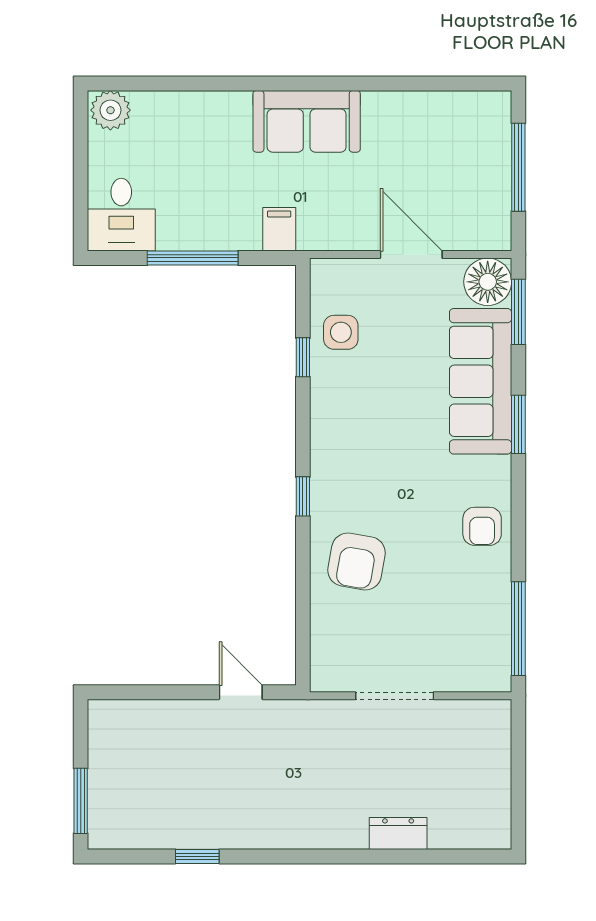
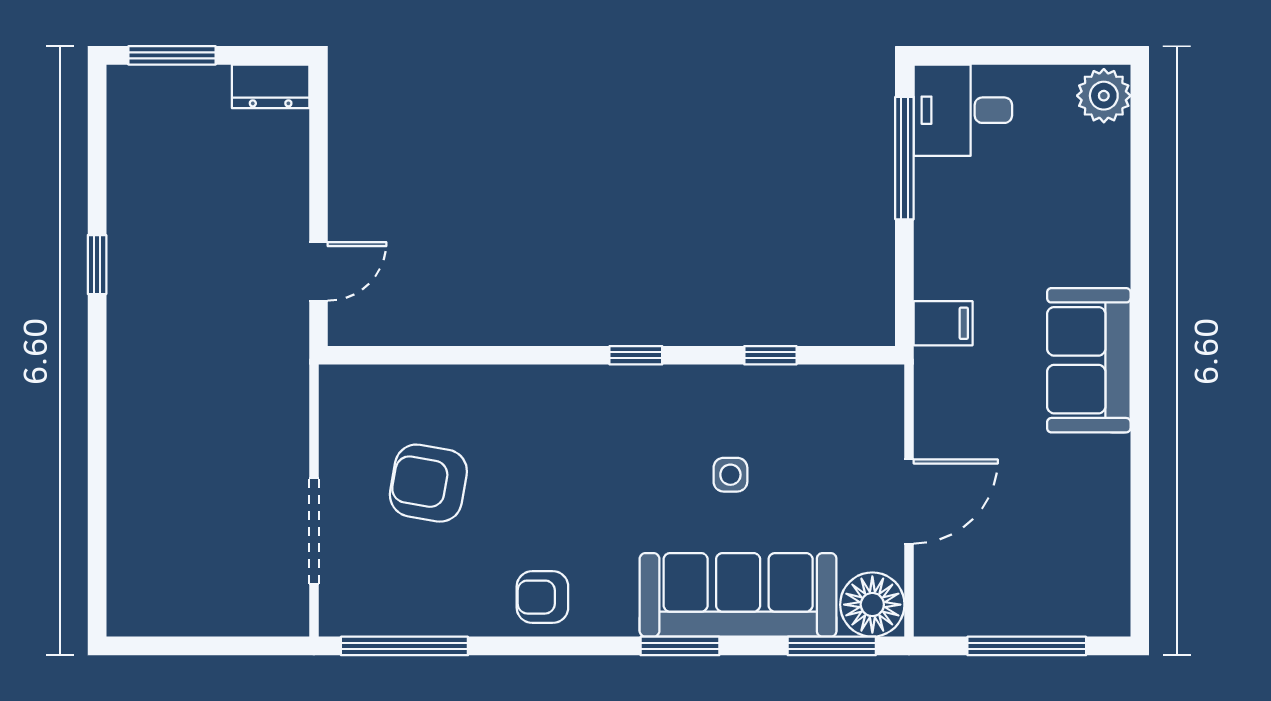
window: (193, 258) -> (904, 158), moved
side table: (341, 332) -> (730, 475), moved, width x0.73, depth x0.73
window: (303, 496) -> (636, 355), moved
armchair: (357, 561) -> (428, 483), moved
doorway: (395, 696) -> (314, 531), moved
dresser: (398, 833) -> (271, 86), moved, turned 90
window: (197, 856) -> (97, 265), moved

